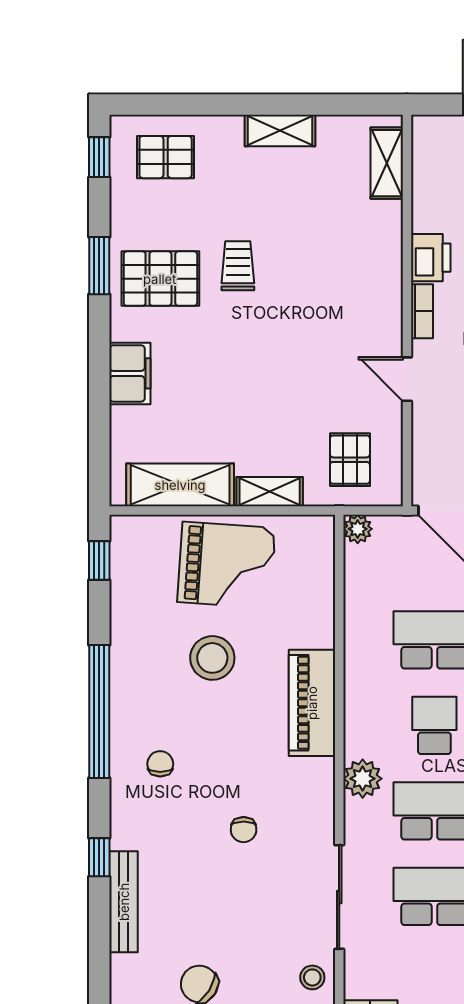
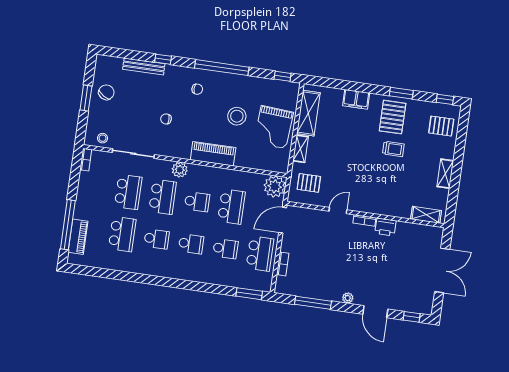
pallet: (166, 157) -> (441, 126), turned 90
plant: (358, 529) -> (275, 186), width x1.88, depth x1.88

